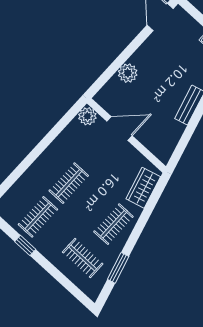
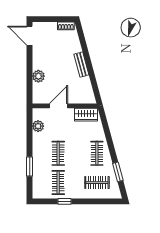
plant: (87, 116) -> (38, 126), moved
window: (22, 168) -> (30, 166), added
wardrobe: (143, 188) -> (86, 115), moved, turned -75

